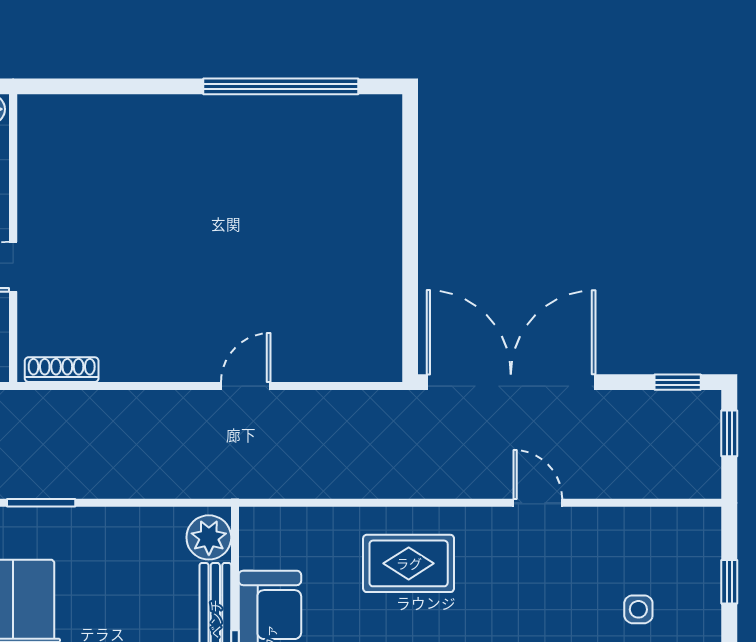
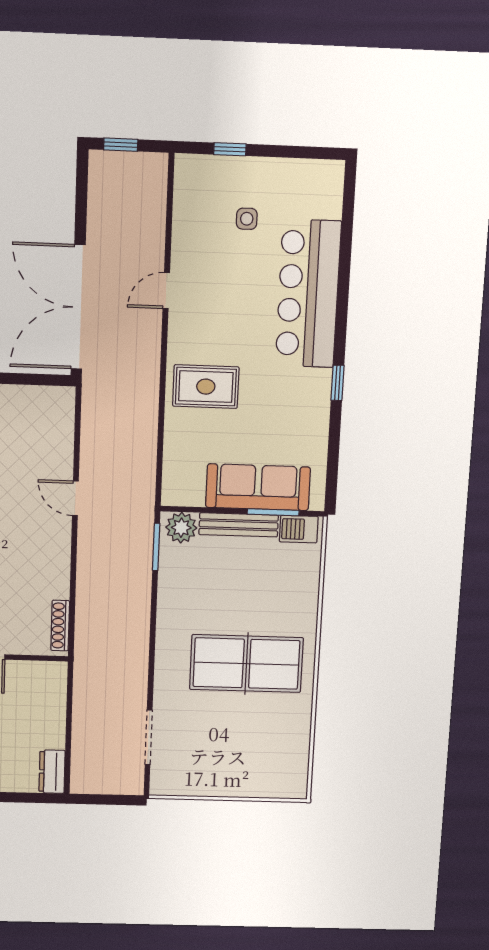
window: (678, 382) -> (82, 182), removed
window: (41, 503) -> (156, 547), moved
rug: (409, 563) -> (206, 387), turned 90

